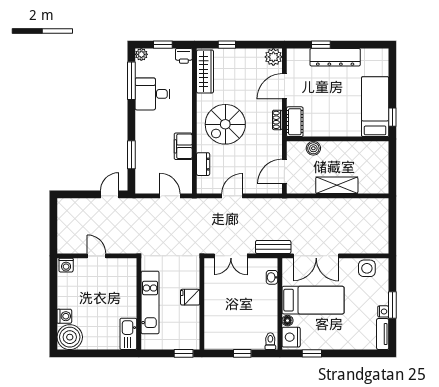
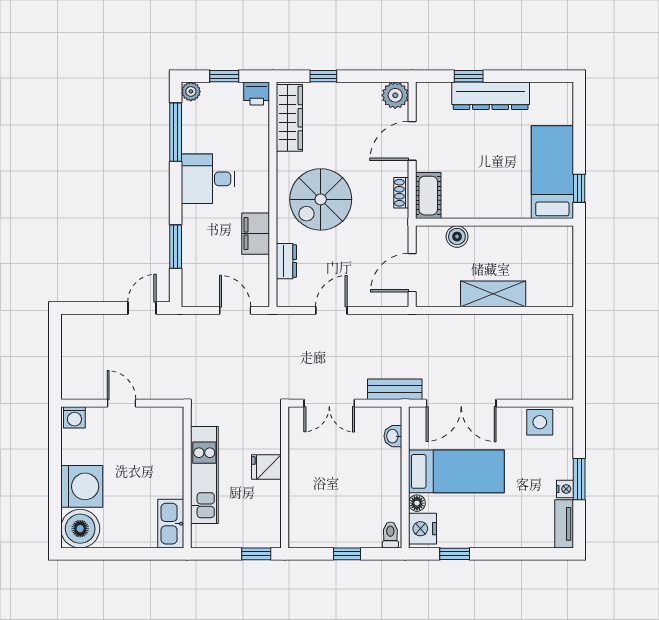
desk: (153, 94) -> (208, 179), moved
washing machine: (64, 316) -> (82, 486), width x1.89, depth x1.89

